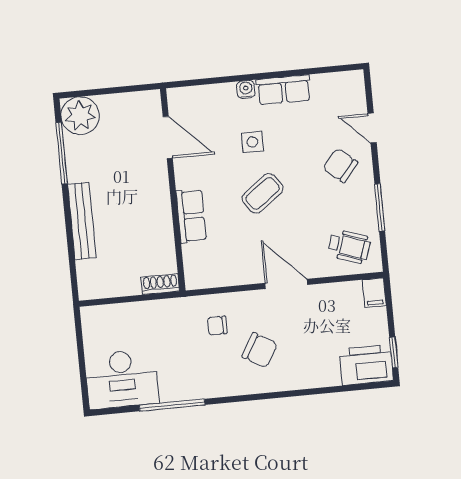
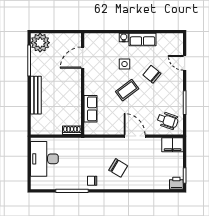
door: (168, 137) -> (83, 58), swing flipped
chair: (340, 165) -> (152, 74), moved
row of seats: (191, 216) -> (91, 109), moved
filing cabinet: (374, 293) -> (173, 145), width x2.00
chair: (217, 326) -> (92, 181), moved
printer: (366, 365) -> (176, 183), width x0.53, depth x0.68
desk: (122, 379) -> (44, 159), moved, turned 90

